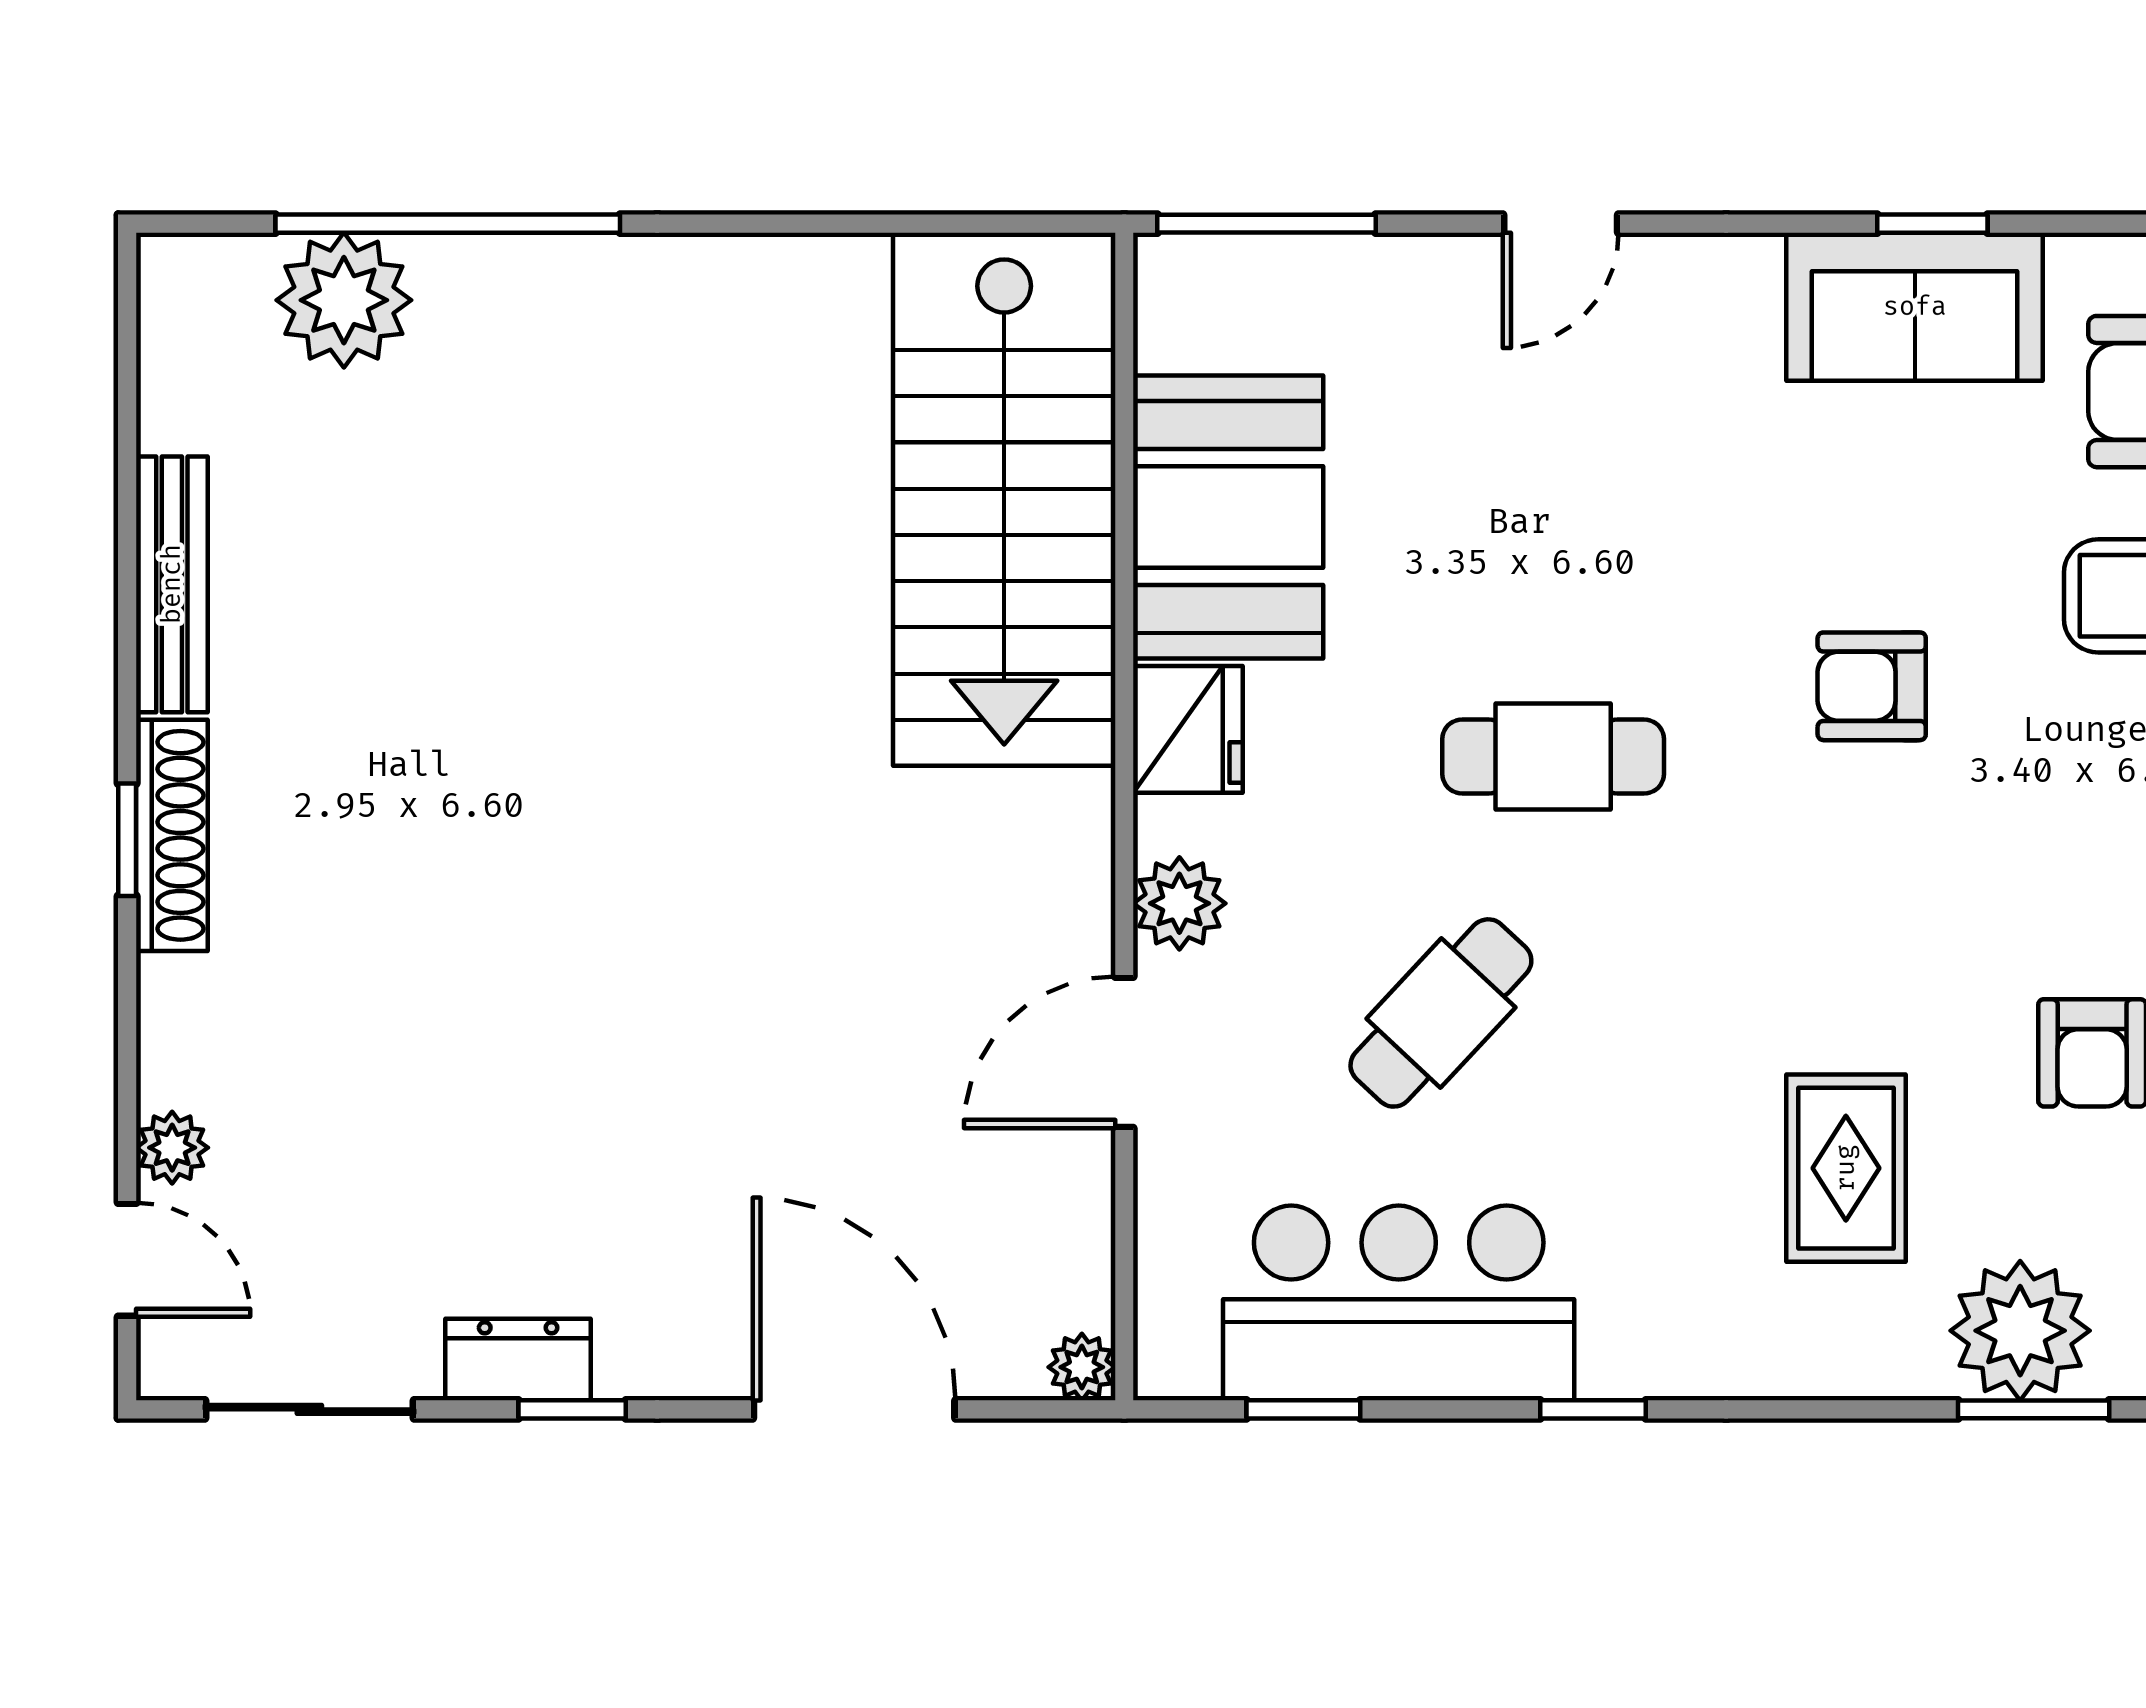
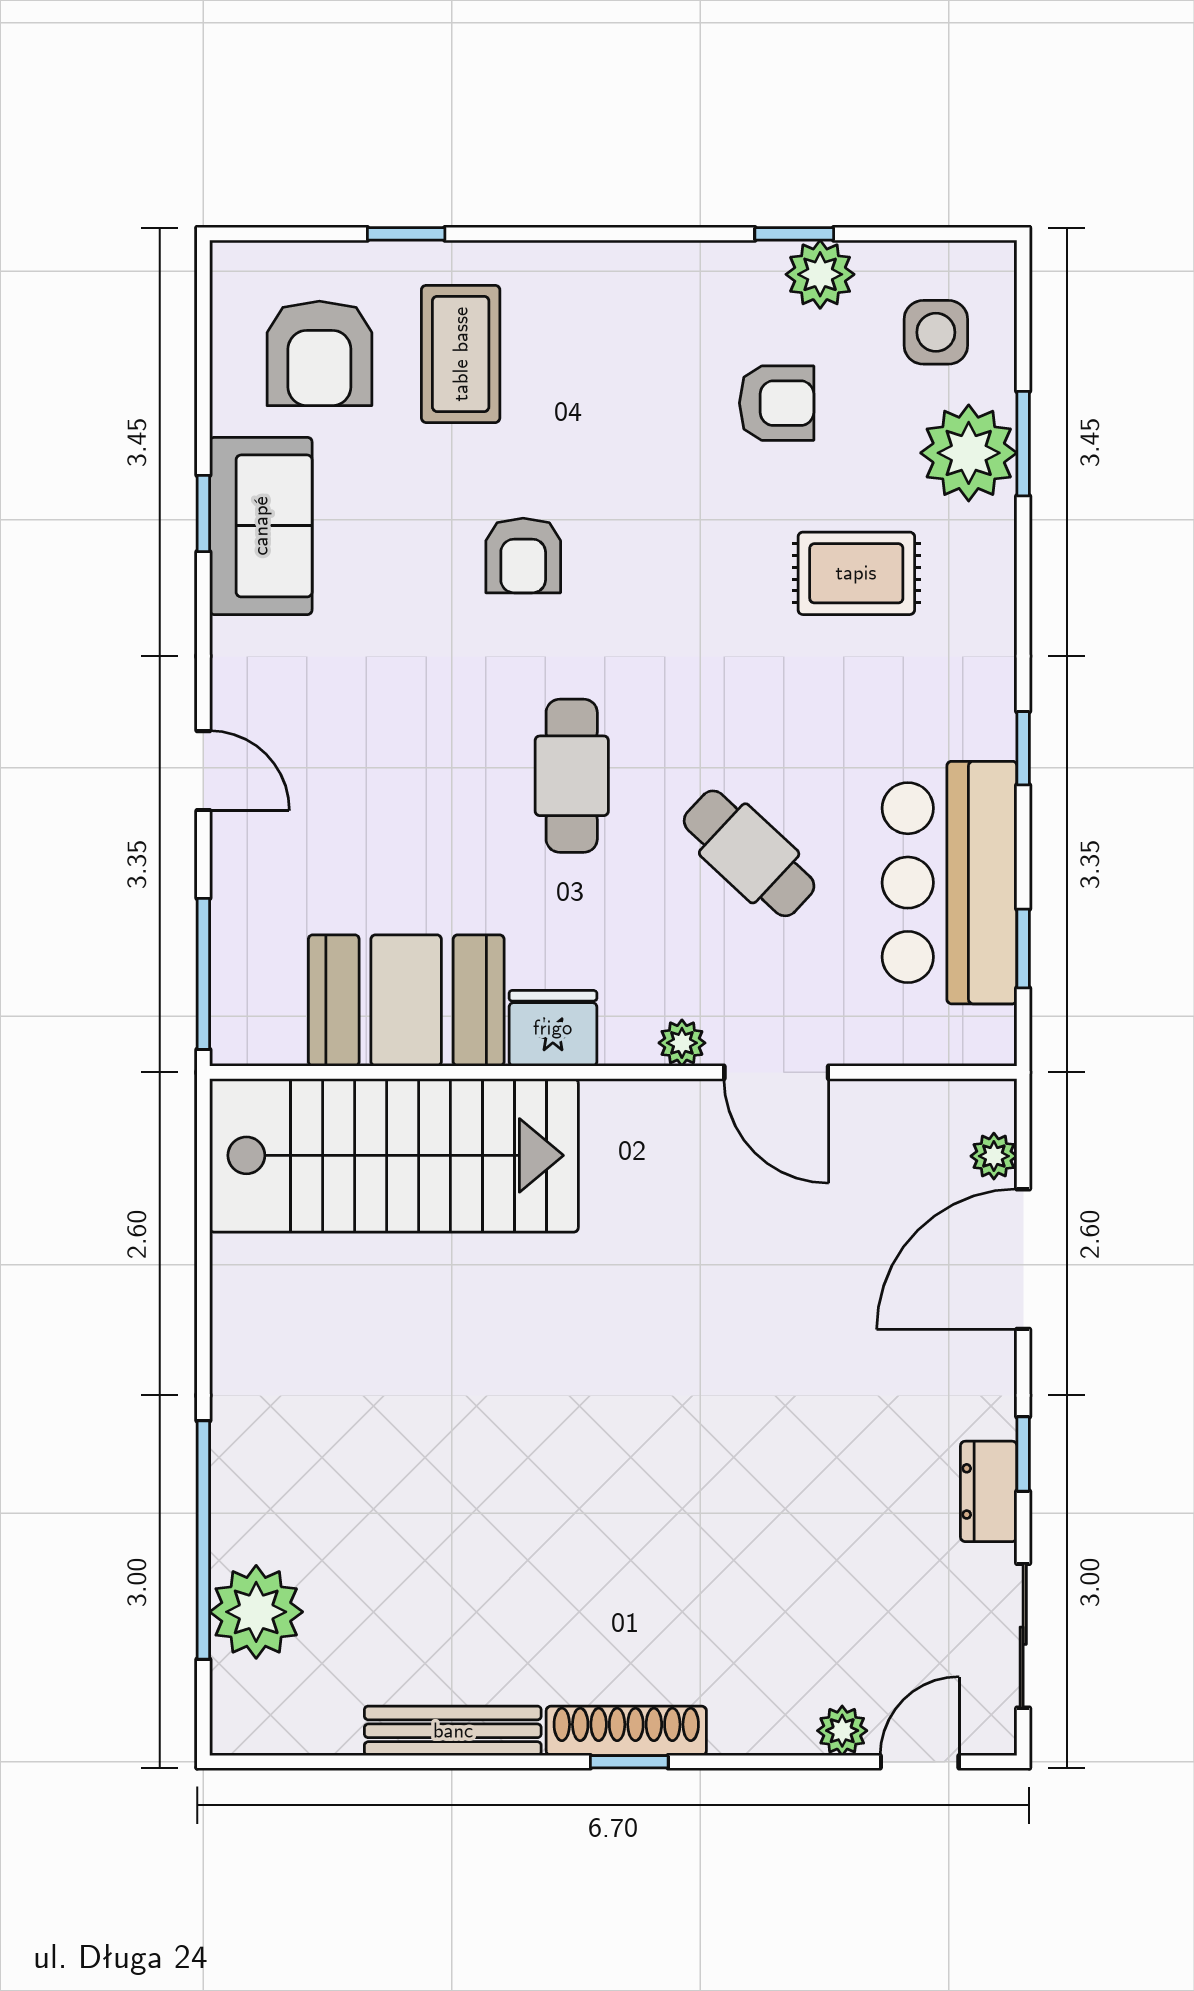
plant: (1179, 903) -> (682, 1043), width x0.73, depth x0.73
plant: (1082, 1367) -> (994, 1156), moved

